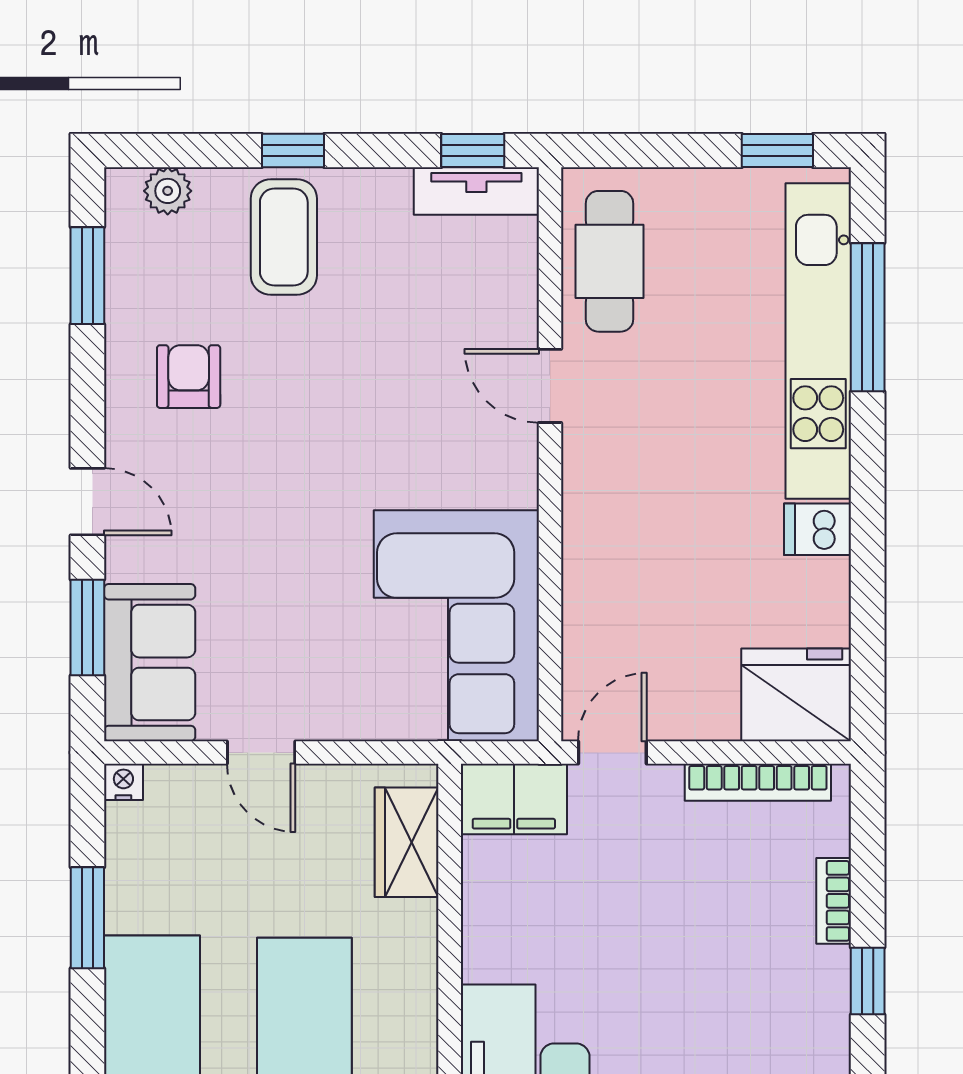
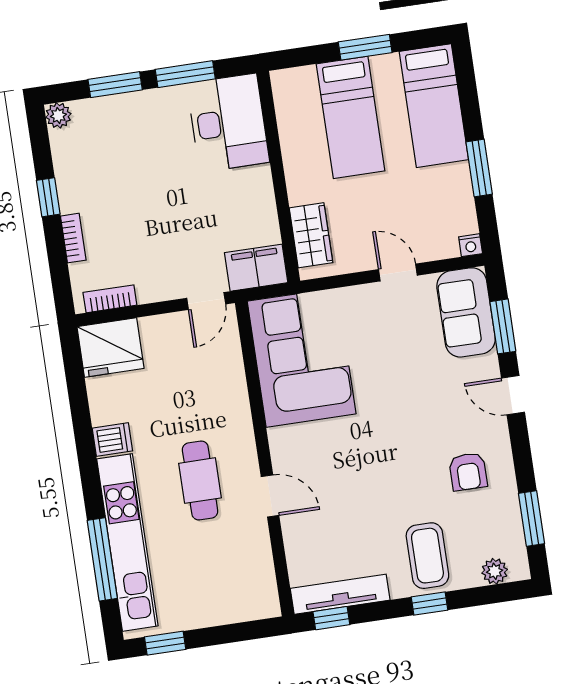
tv unit: (476, 191) -> (340, 594), width x1.41
cafe table: (610, 261) -> (200, 481), moved
bookcase: (758, 782) -> (110, 299), width x0.64

